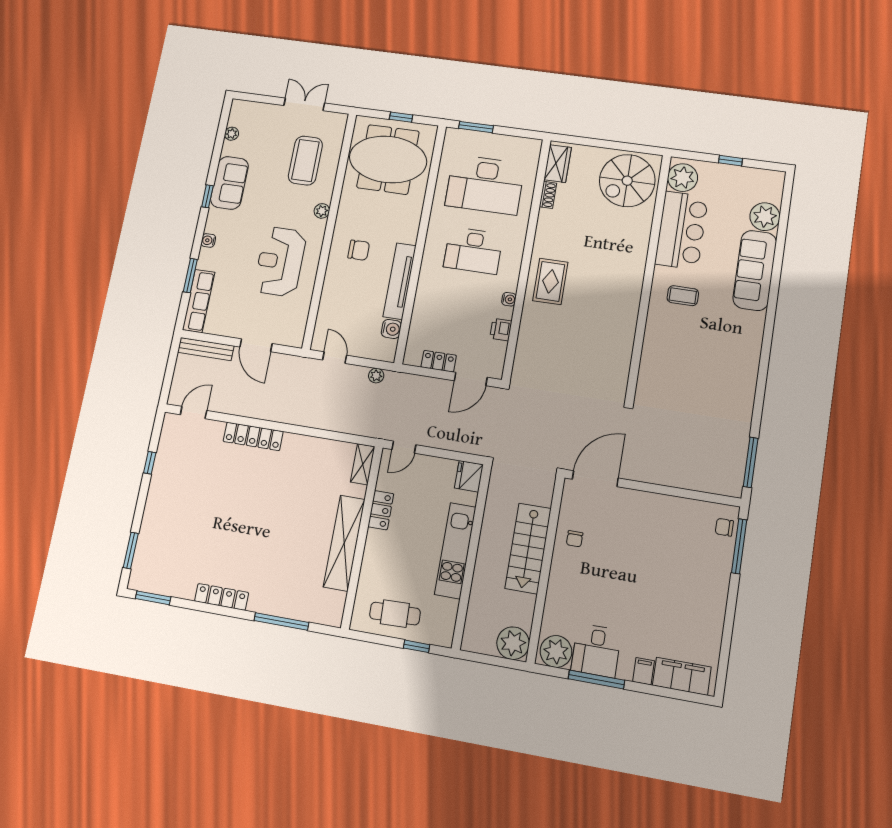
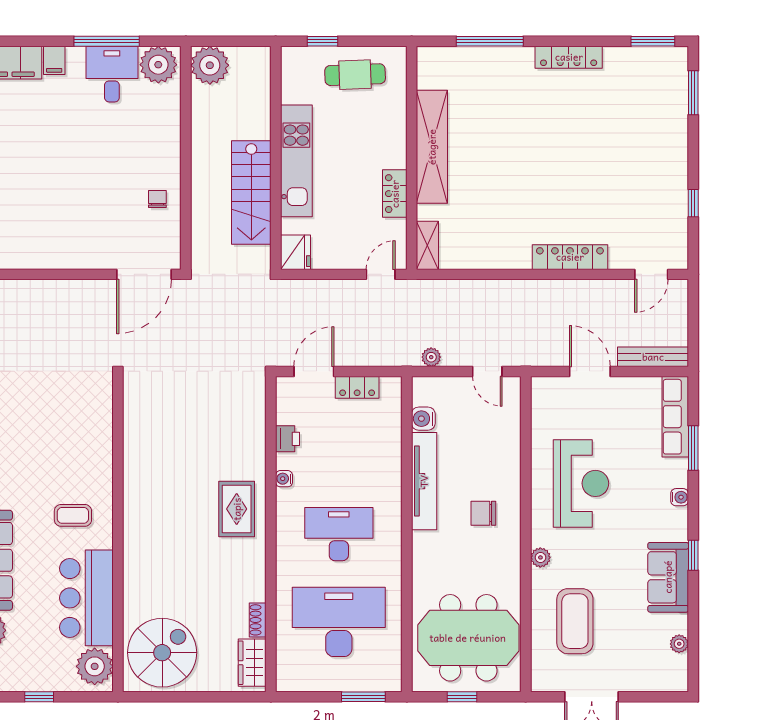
stairs: (528, 548) -> (251, 193), moved, turned 180

